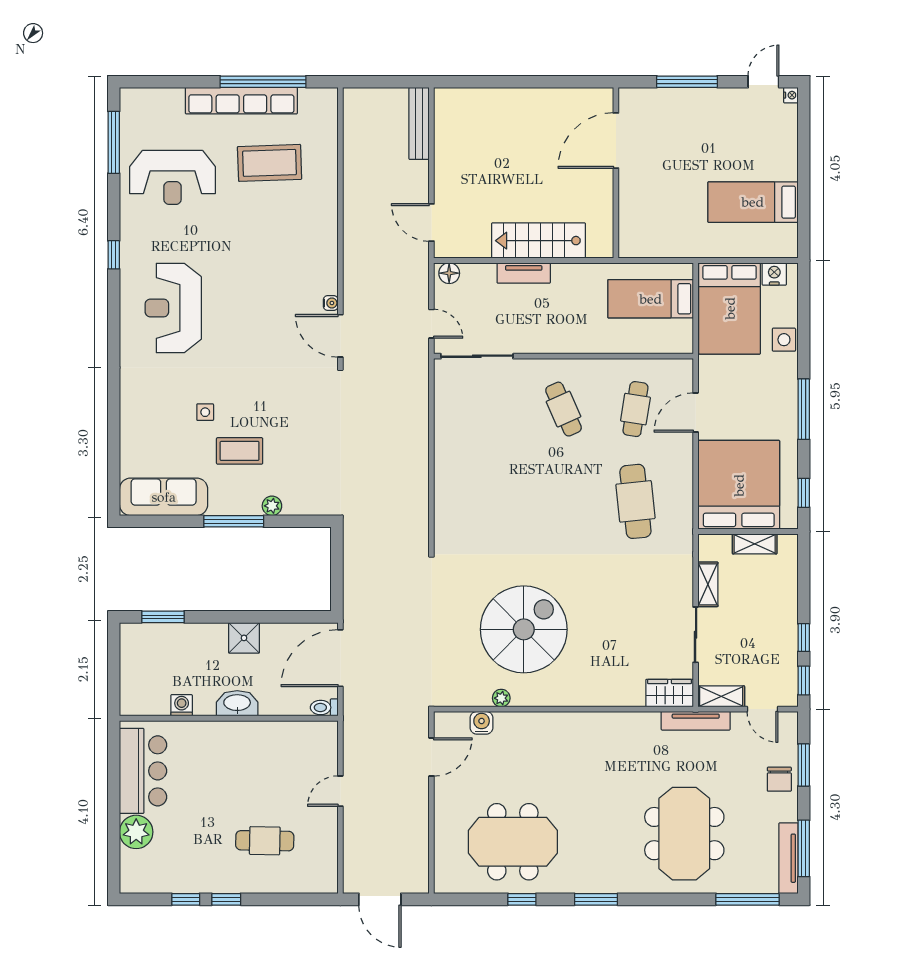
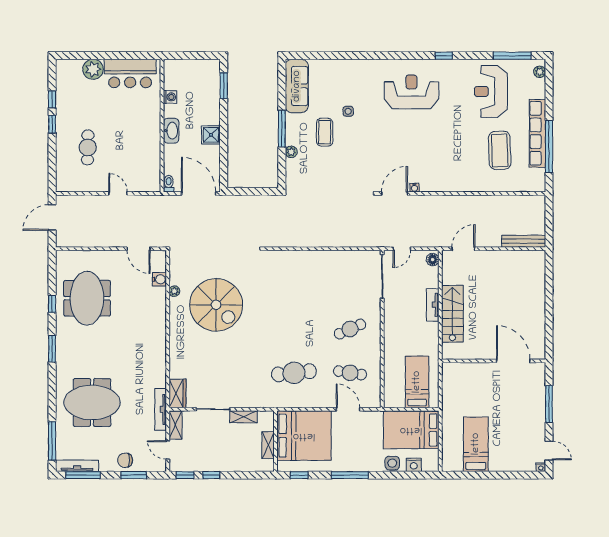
plant: (140, 97) -> (540, 72), added
nightstand: (774, 274) -> (414, 465), moved, turned 90
door: (762, 709) -> (168, 450), hinge flipped

